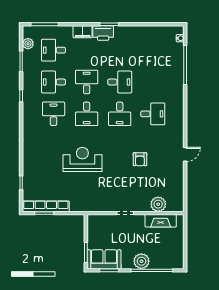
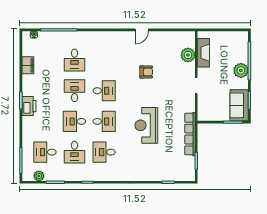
filing cabinet: (83, 32) -> (28, 65), moved
desk: (54, 50) -> (45, 152), turned 90
desk: (153, 114) -> (75, 60), moved, turned 180
door: (185, 154) -> (142, 30), swing flipped
row of seats: (46, 206) -> (190, 134), moved

